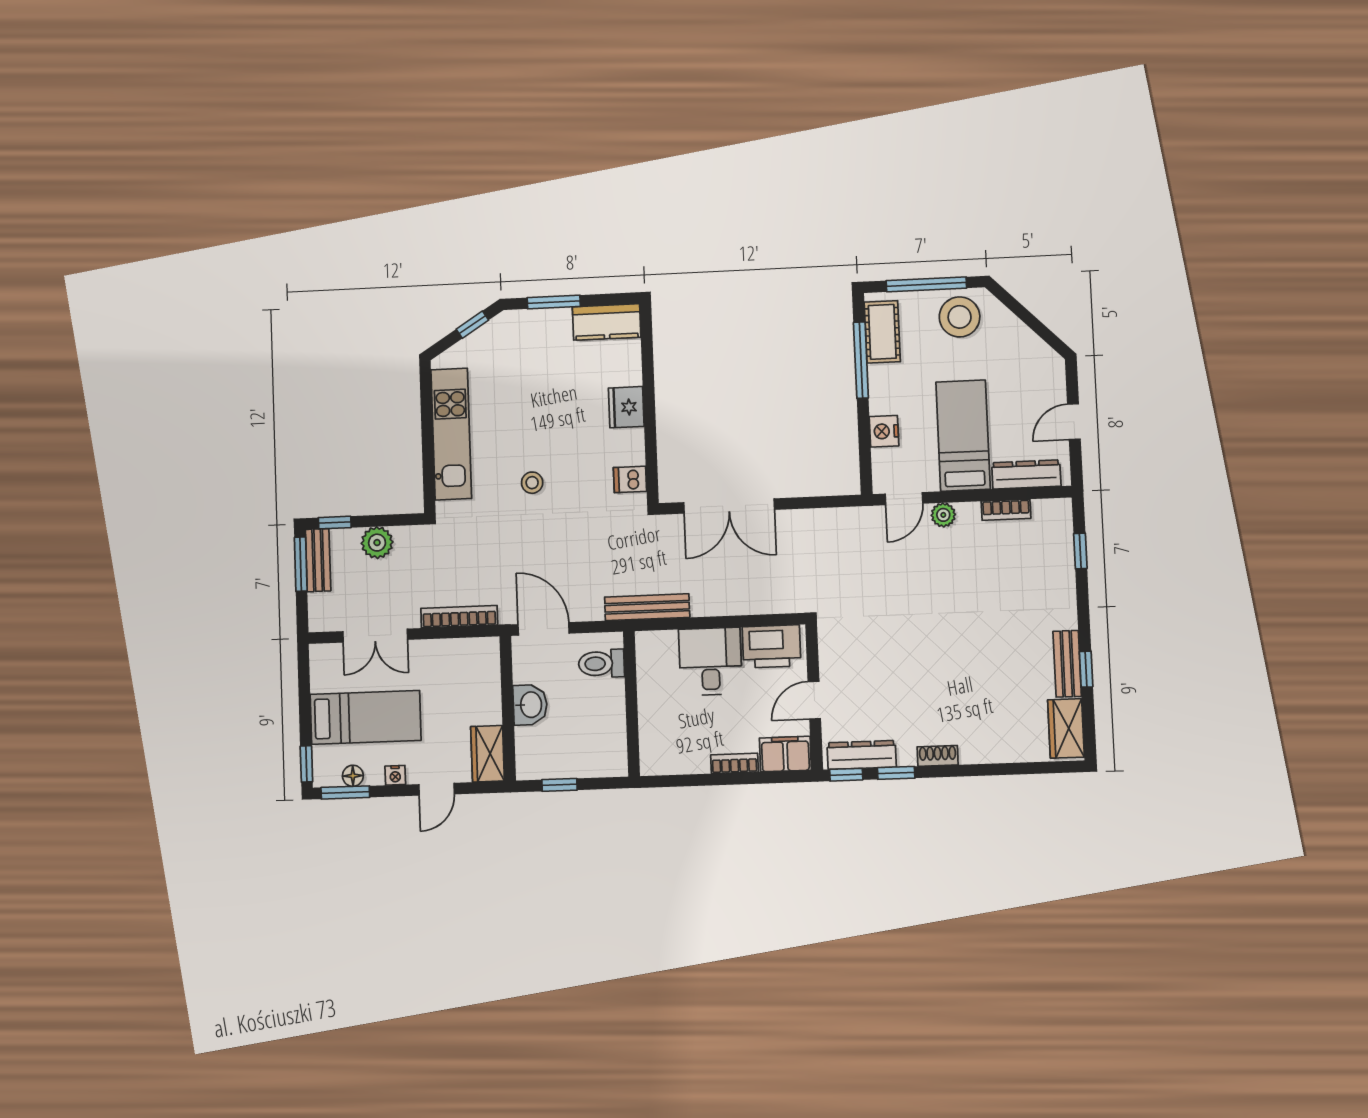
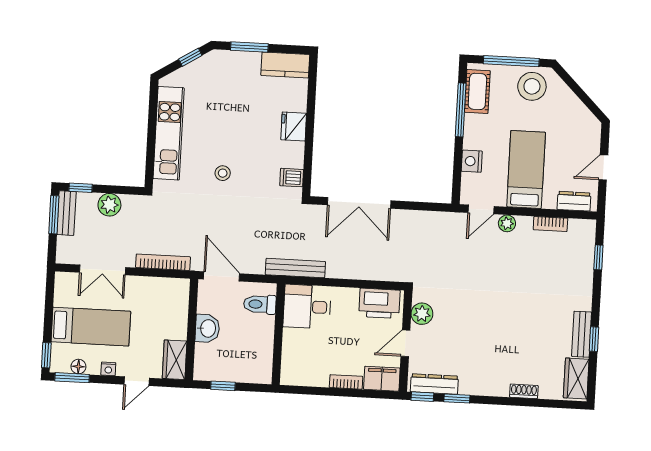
dresser: (1026, 474) -> (574, 201), width x0.70
plant: (834, 655) -> (422, 314), added
desk: (710, 661) -> (307, 307), moved, turned -90
shoe rack: (938, 756) -> (524, 391), moved

